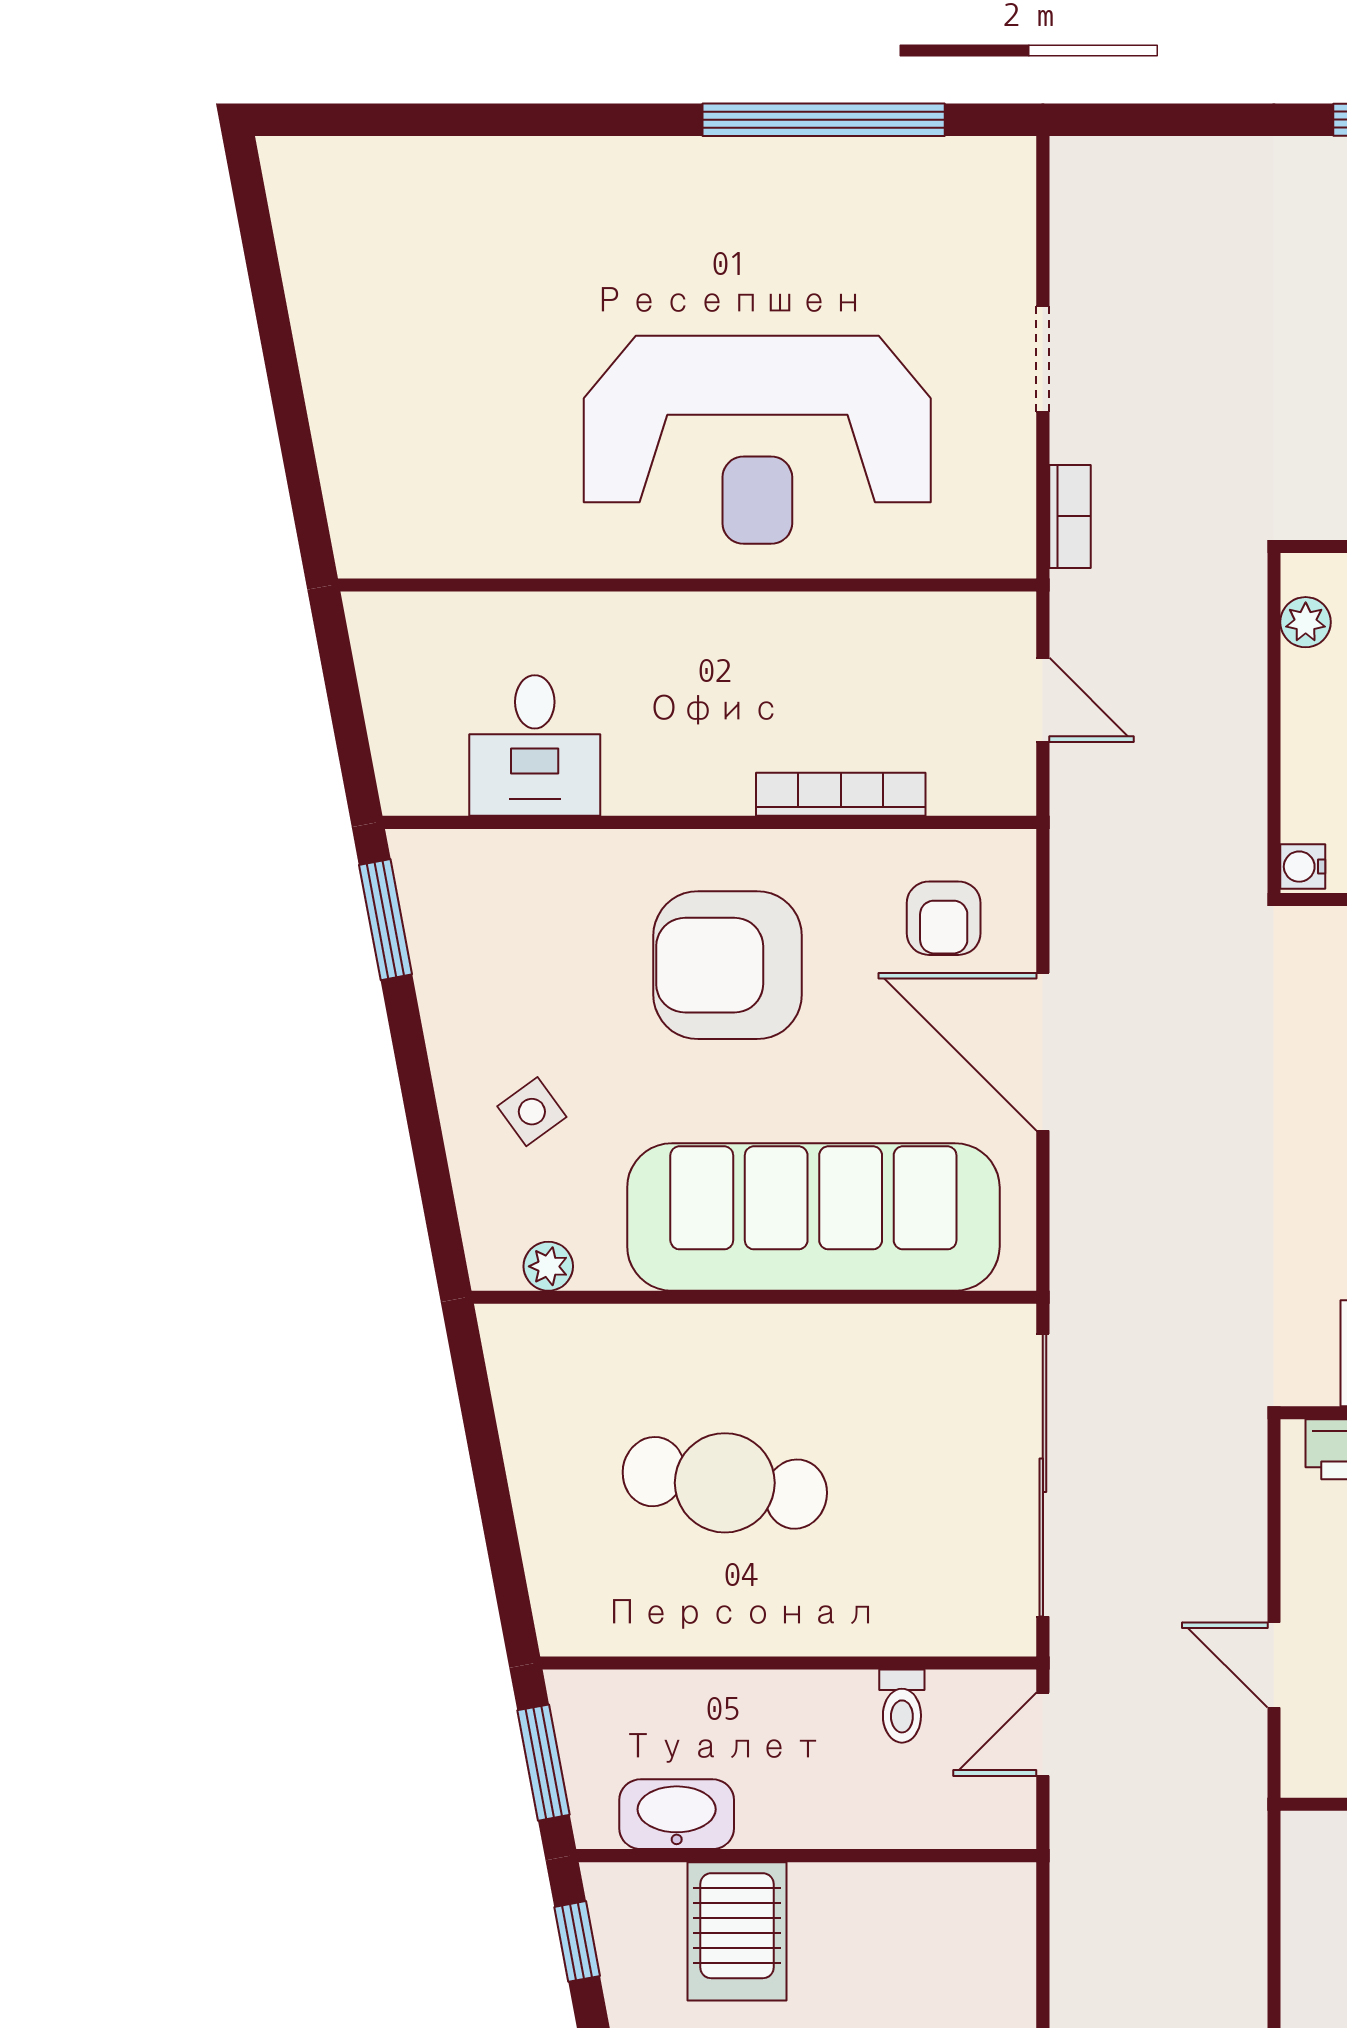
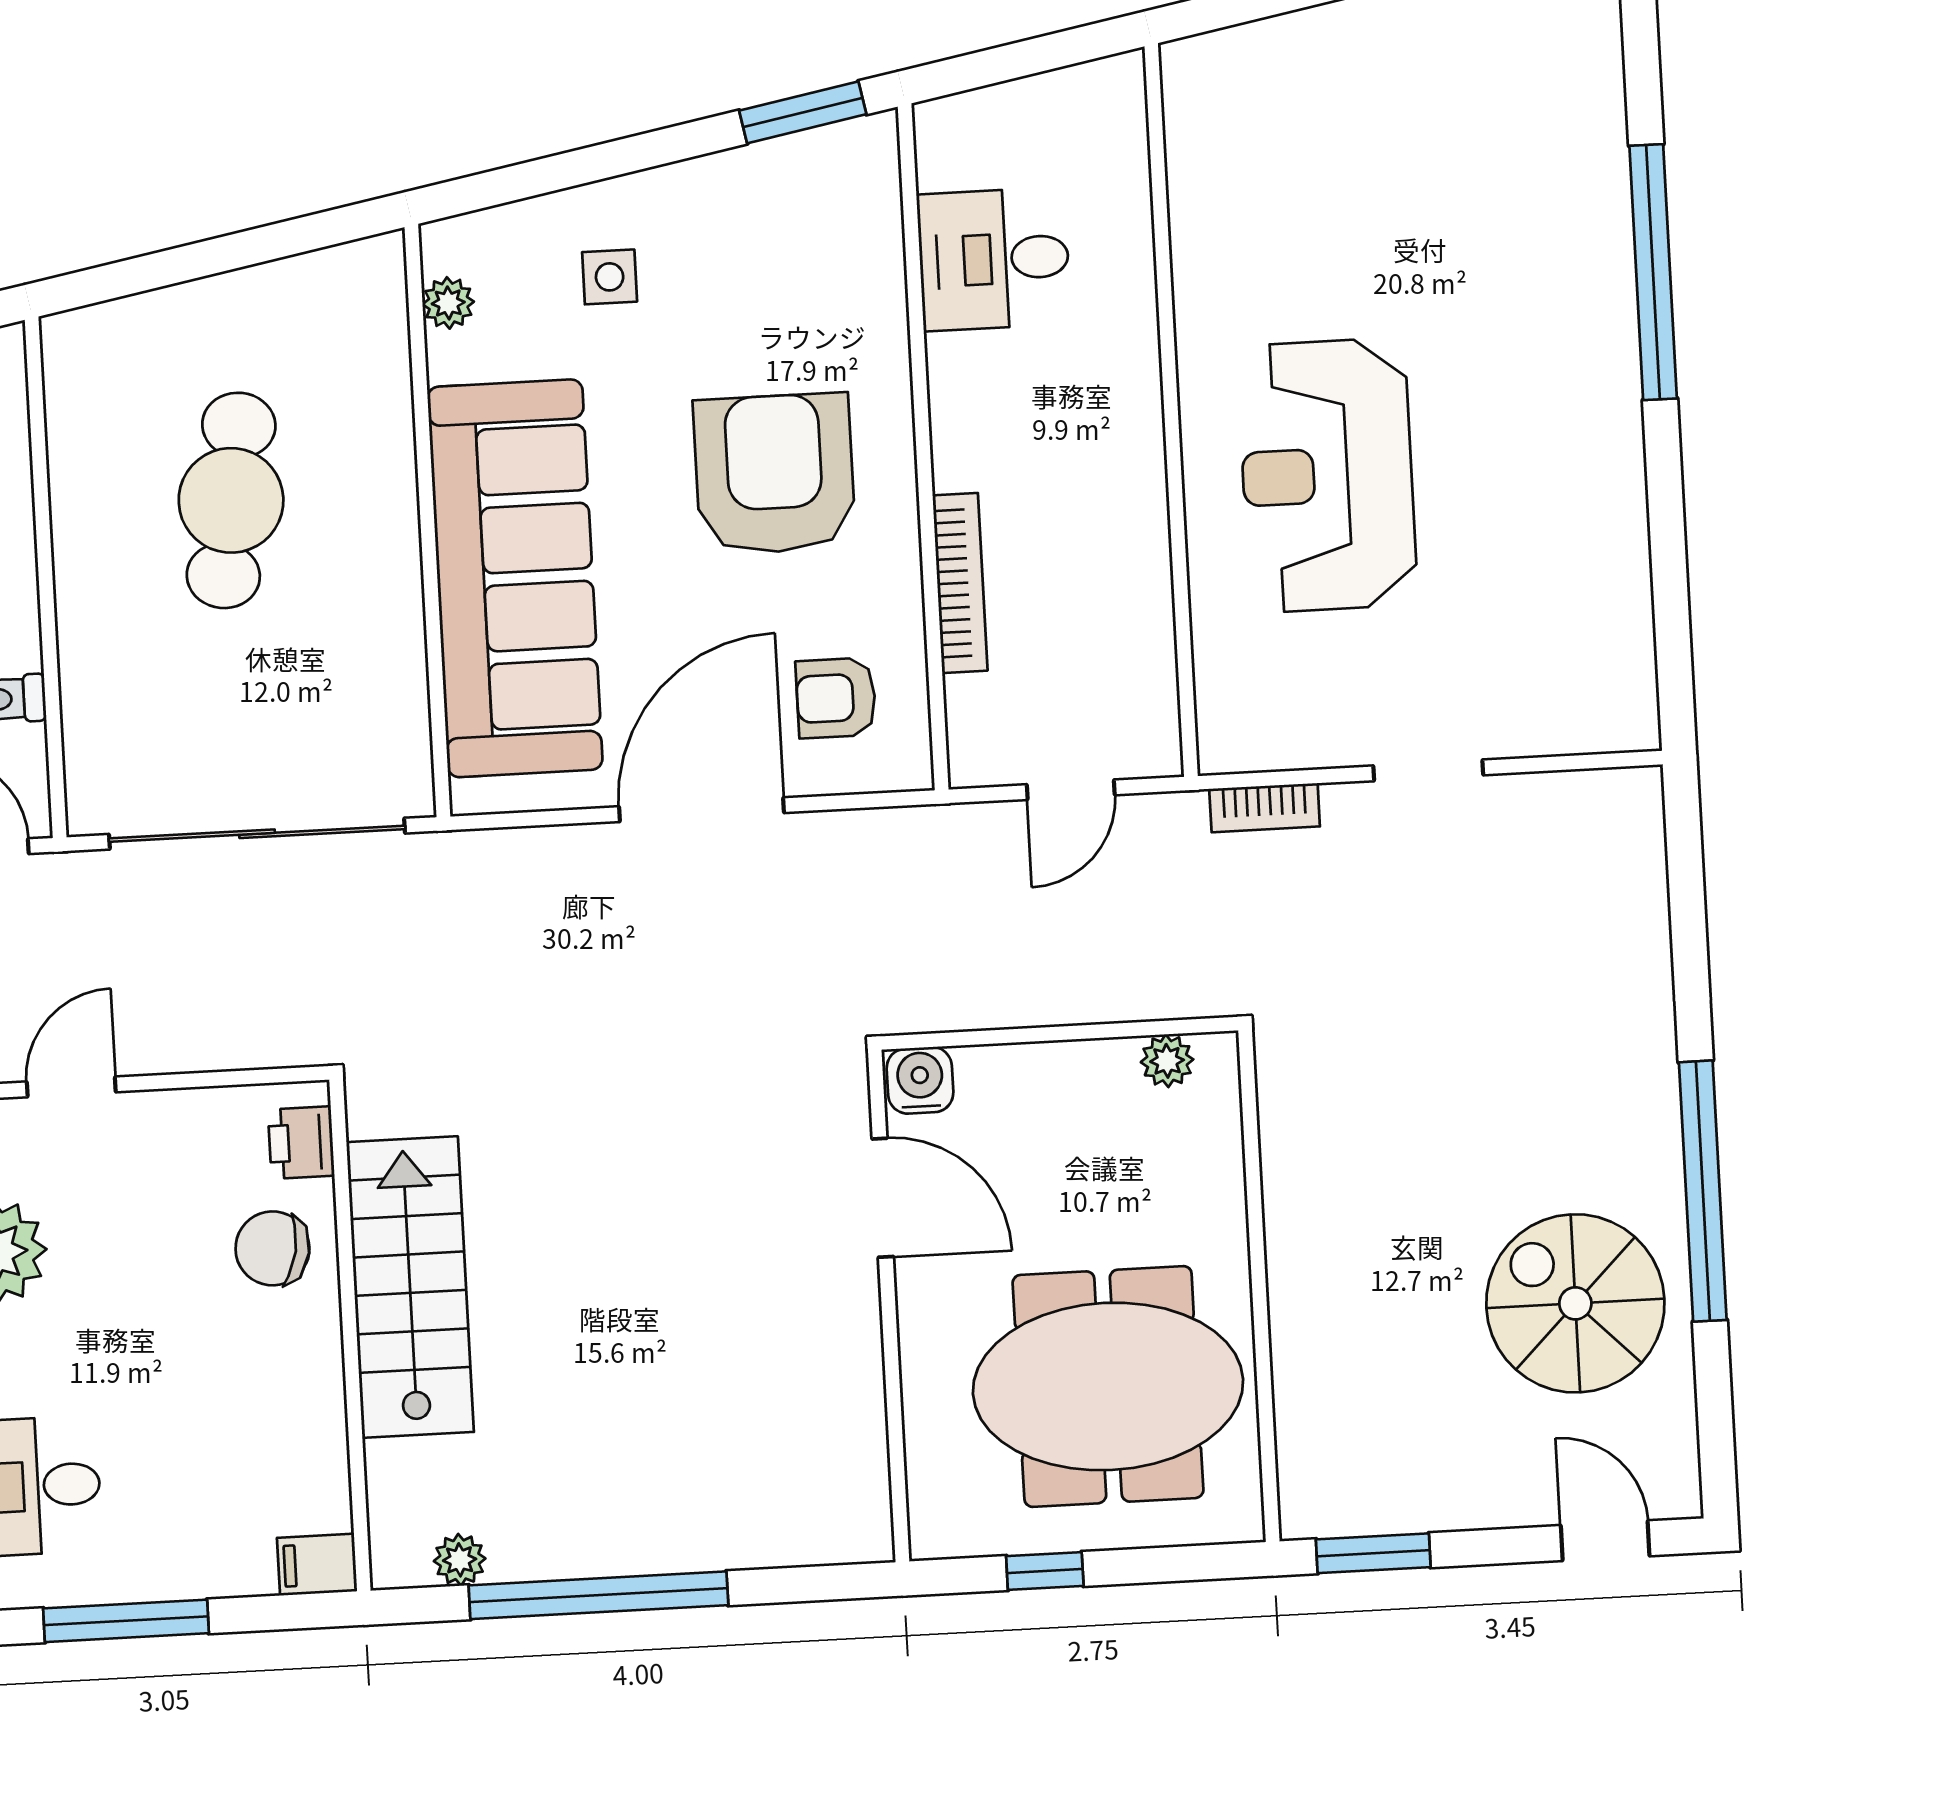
window: (824, 120) -> (1653, 272), moved
reception desk: (757, 440) -> (1327, 475), width x0.74, depth x0.77
water cooler: (1303, 867) -> (920, 1080), width x1.38, depth x1.38
side table: (532, 1112) -> (610, 277), turned 36

